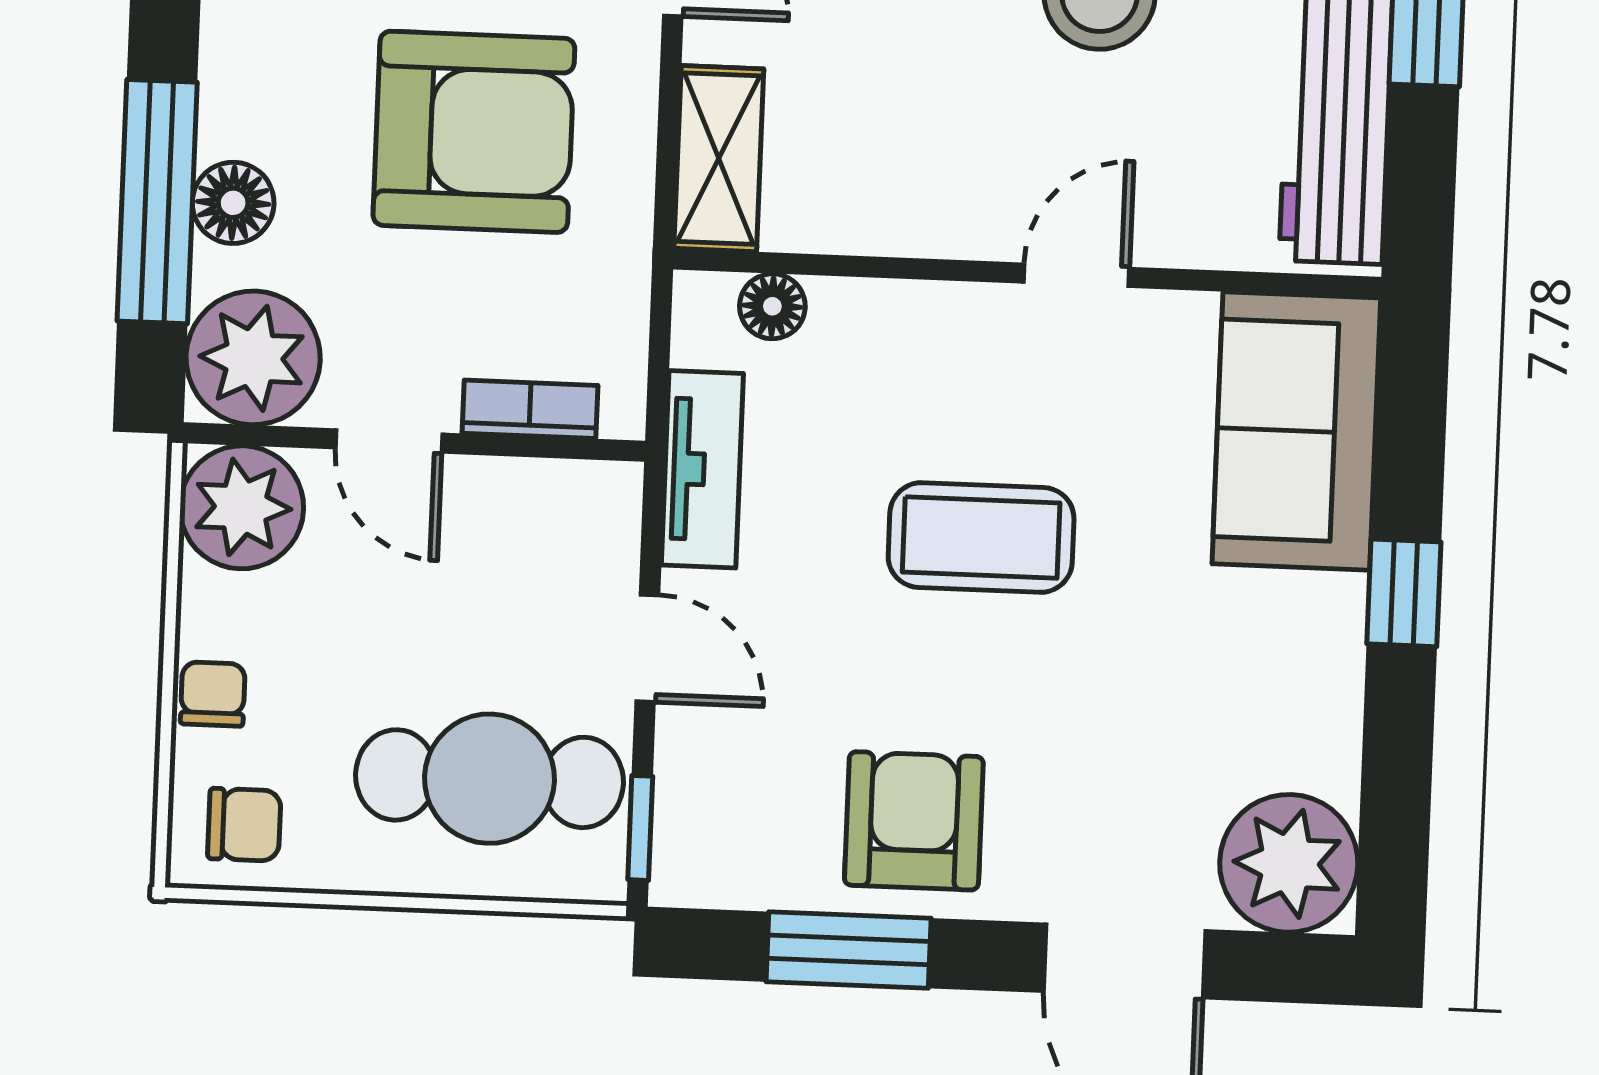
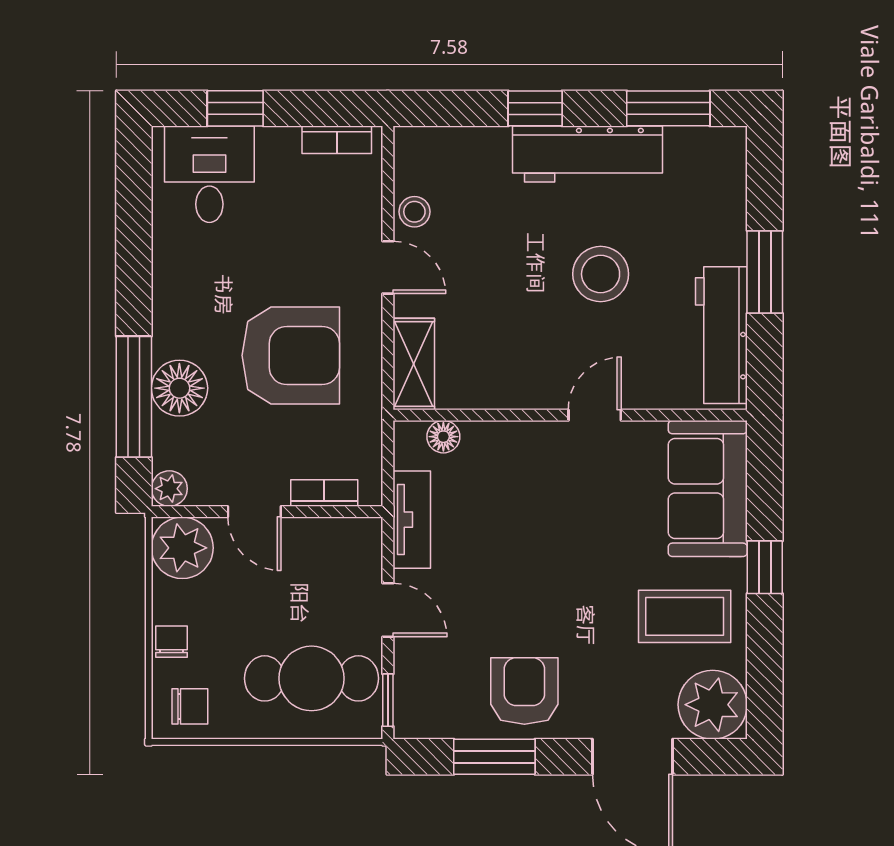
floor lamp: (233, 203) -> (179, 388), width x1.38, depth x1.38
plant: (253, 358) -> (169, 489), width x0.53, depth x0.53
coffee table: (981, 537) -> (685, 616), moved

